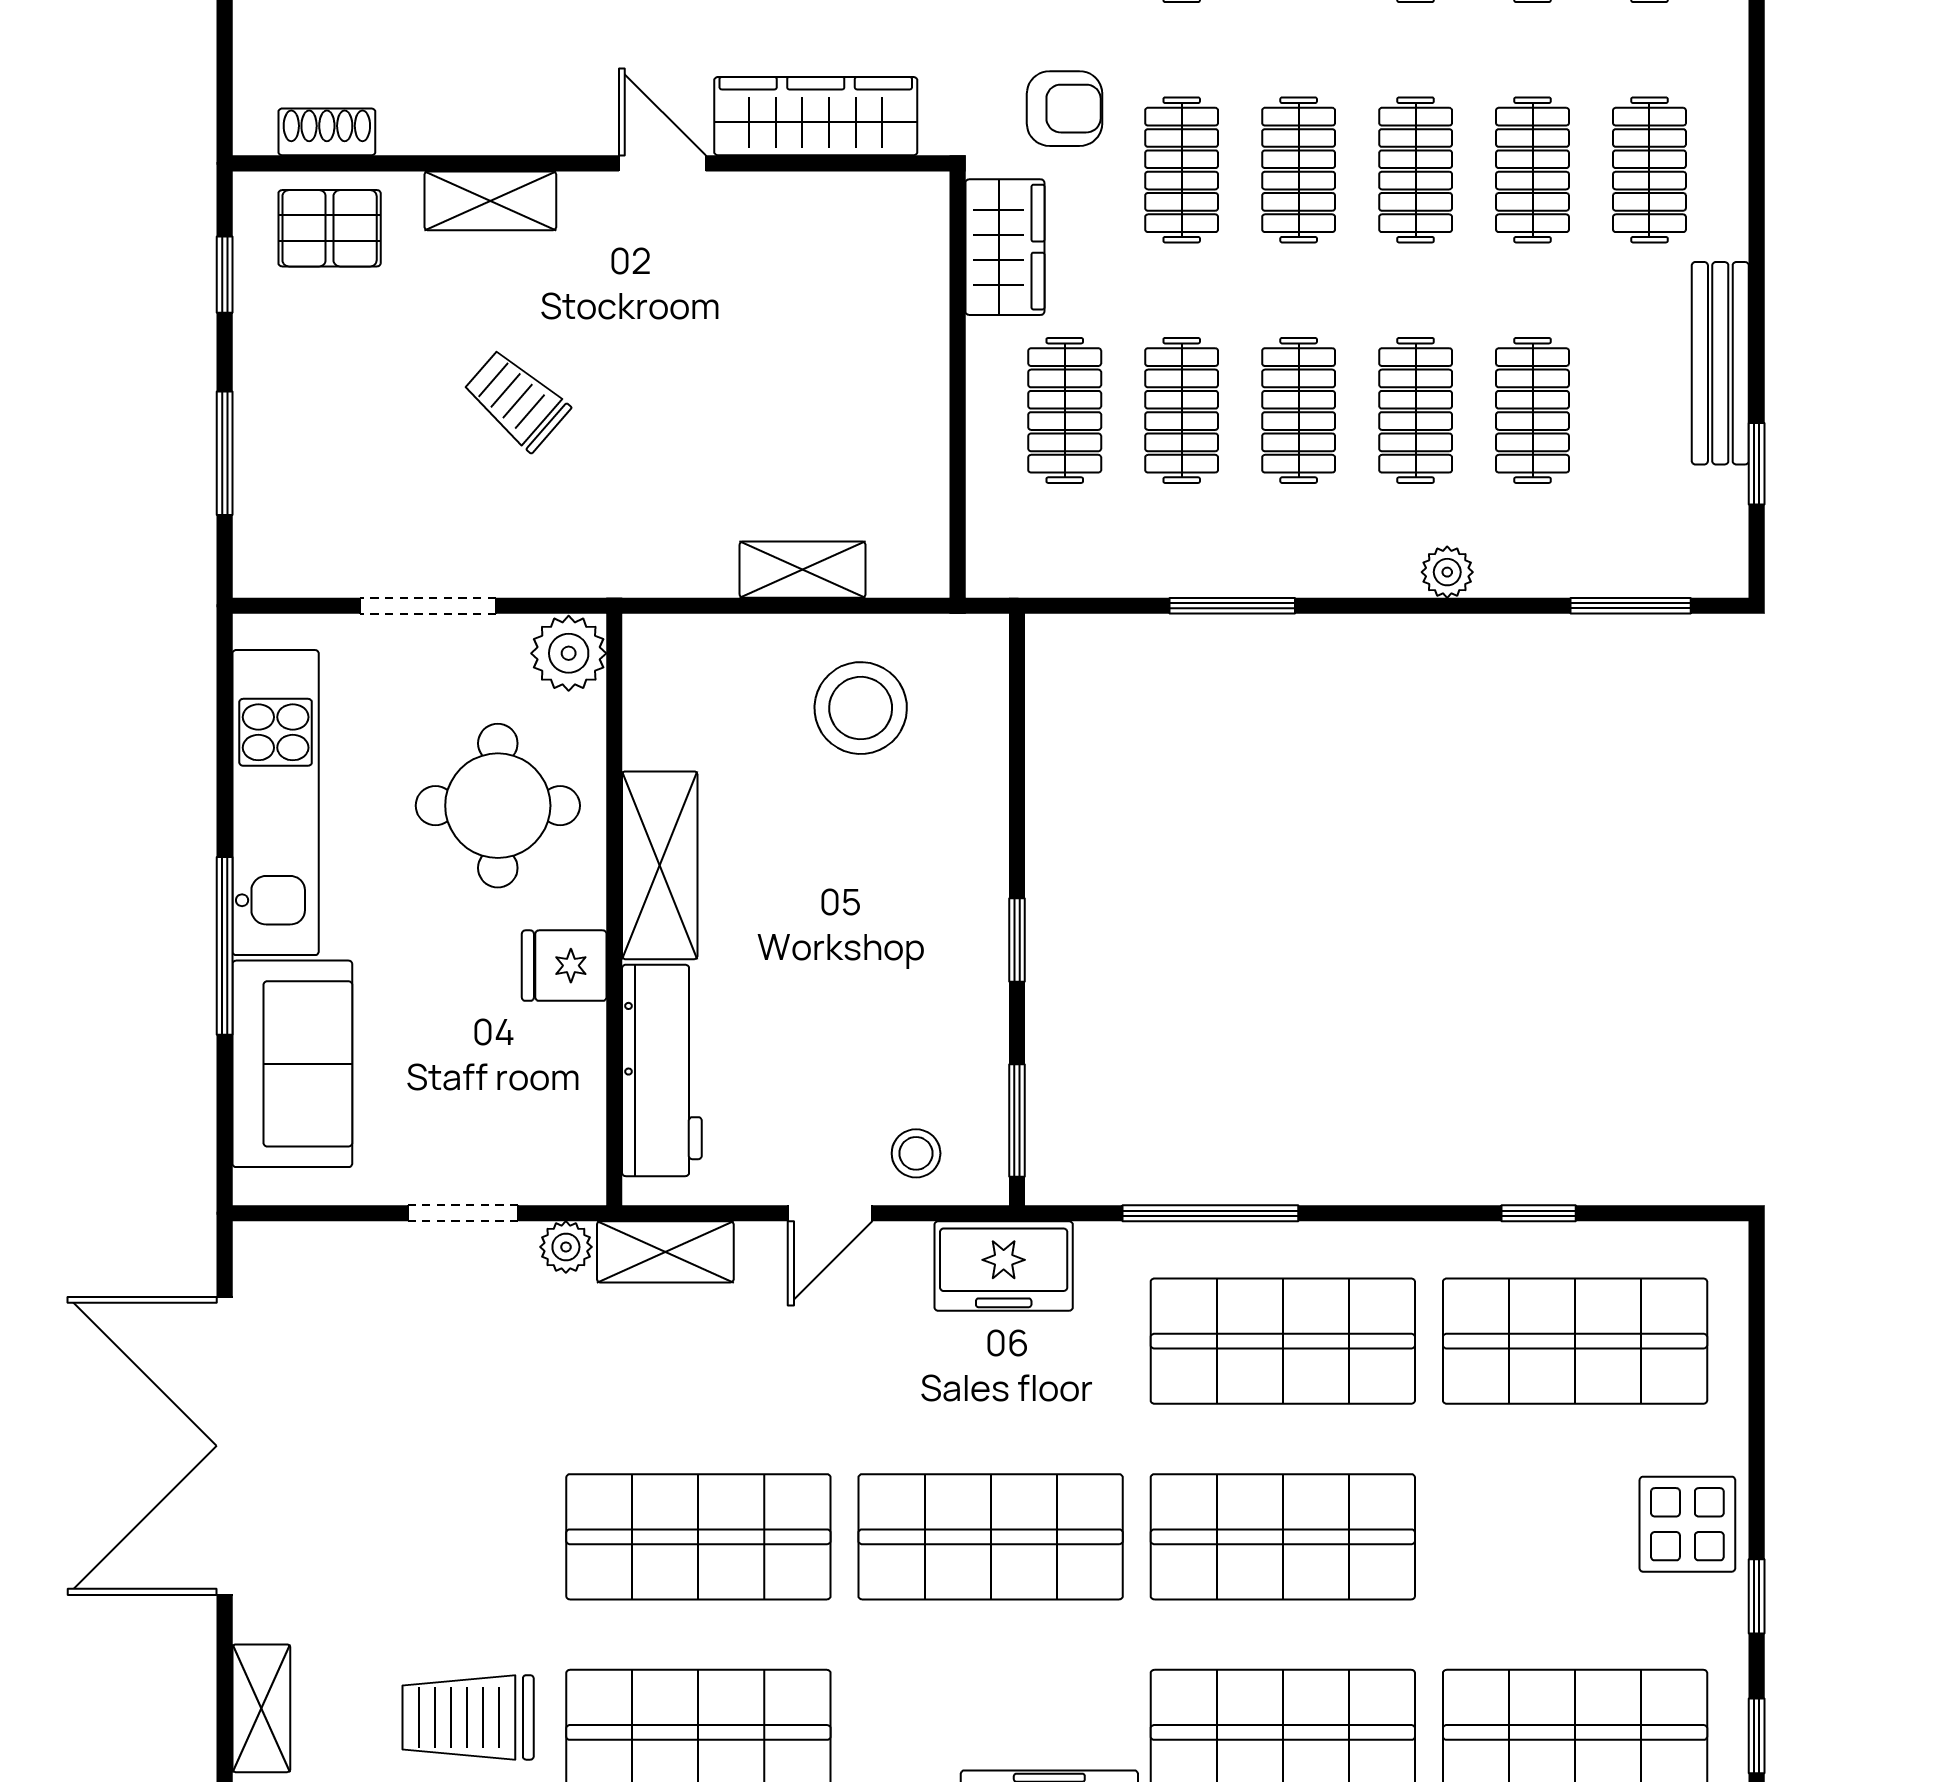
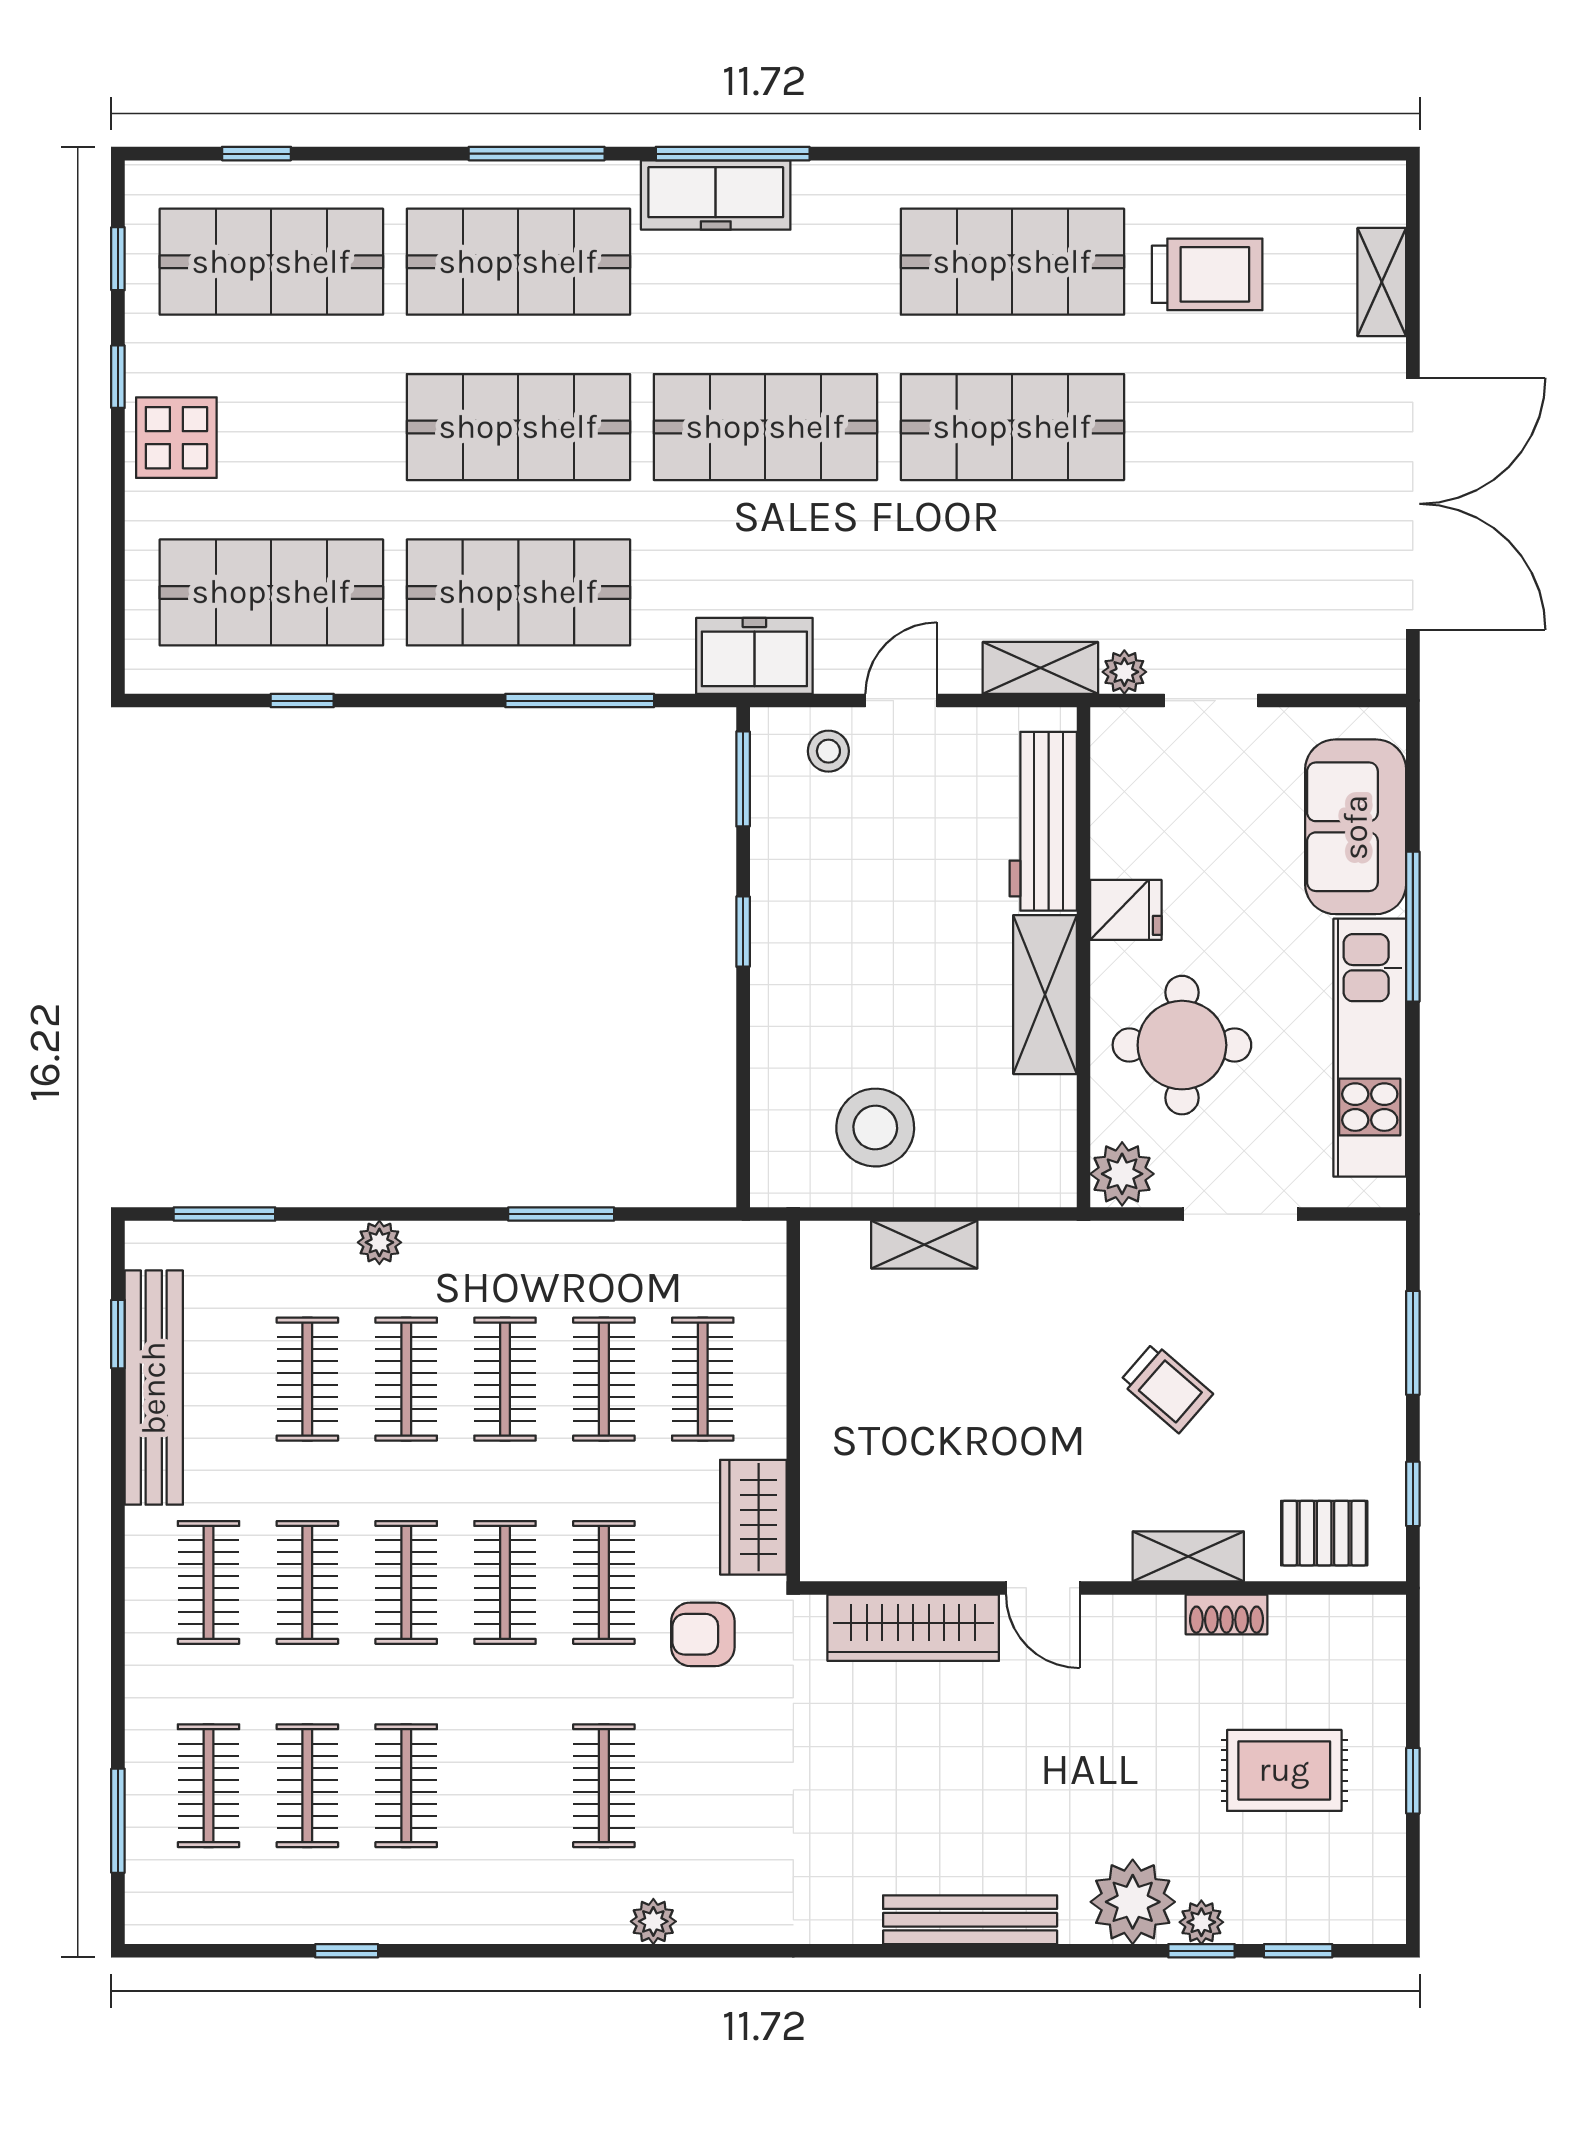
shoe rack: (327, 132) -> (1227, 1615), moved
bench: (1720, 363) -> (154, 1388), width x1.37, depth x1.21

